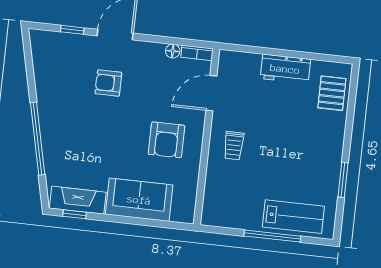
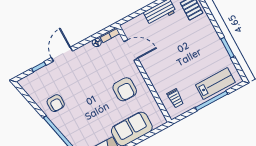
armchair: (108, 83) -> (56, 103), moved, turned -90
door: (211, 93) -> (131, 50), swing flipped
trolley: (234, 146) -> (175, 98), moved

